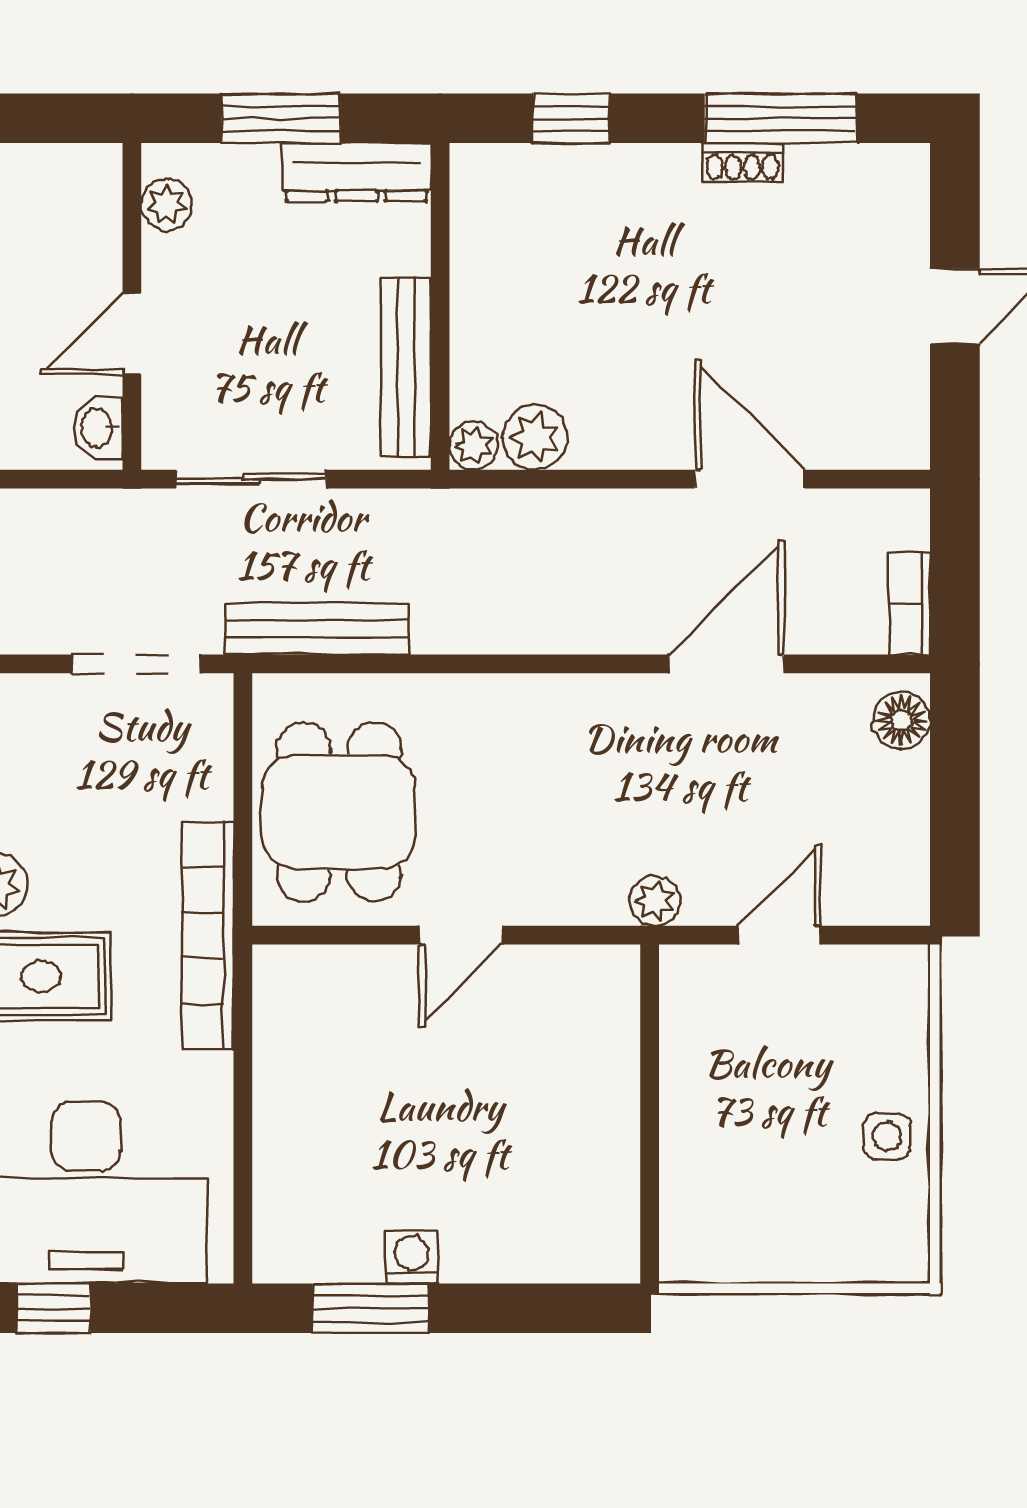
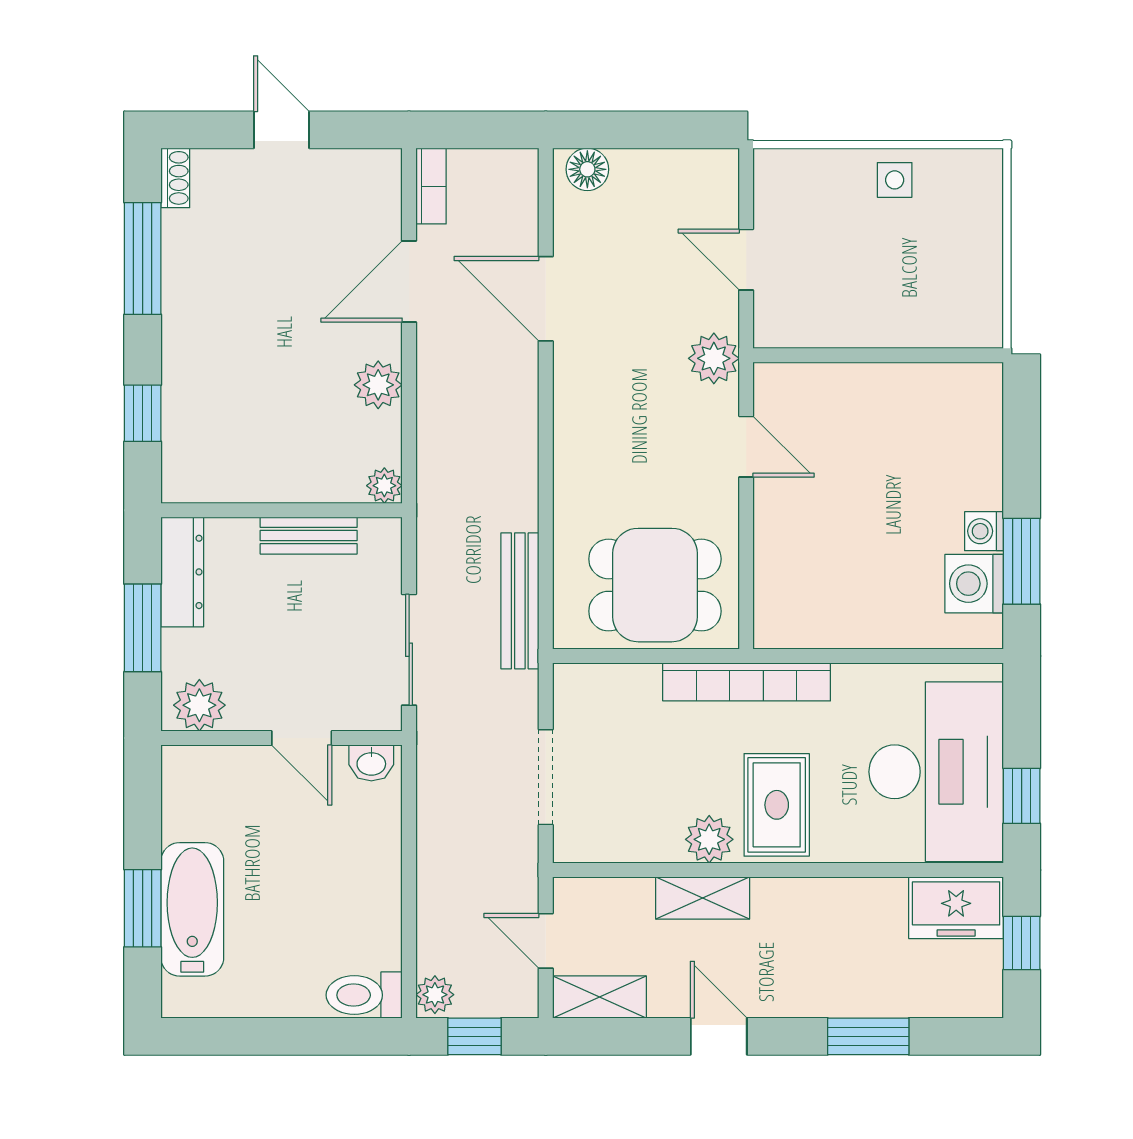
shoe rack: (742, 163) -> (175, 178), moved
plant: (167, 205) -> (199, 705), width x1.38, depth x1.38
bench: (406, 367) -> (309, 536), width x0.73
plant: (535, 437) -> (378, 385), moved
bookcase: (910, 603) -> (431, 186), moved, turned -90
doorway: (136, 664) -> (546, 777), moved
plant: (655, 901) -> (714, 358), width x1.38, depth x1.38
door: (461, 935) -> (746, 447), moved
washing machine: (341, 1244) -> (974, 584), added

